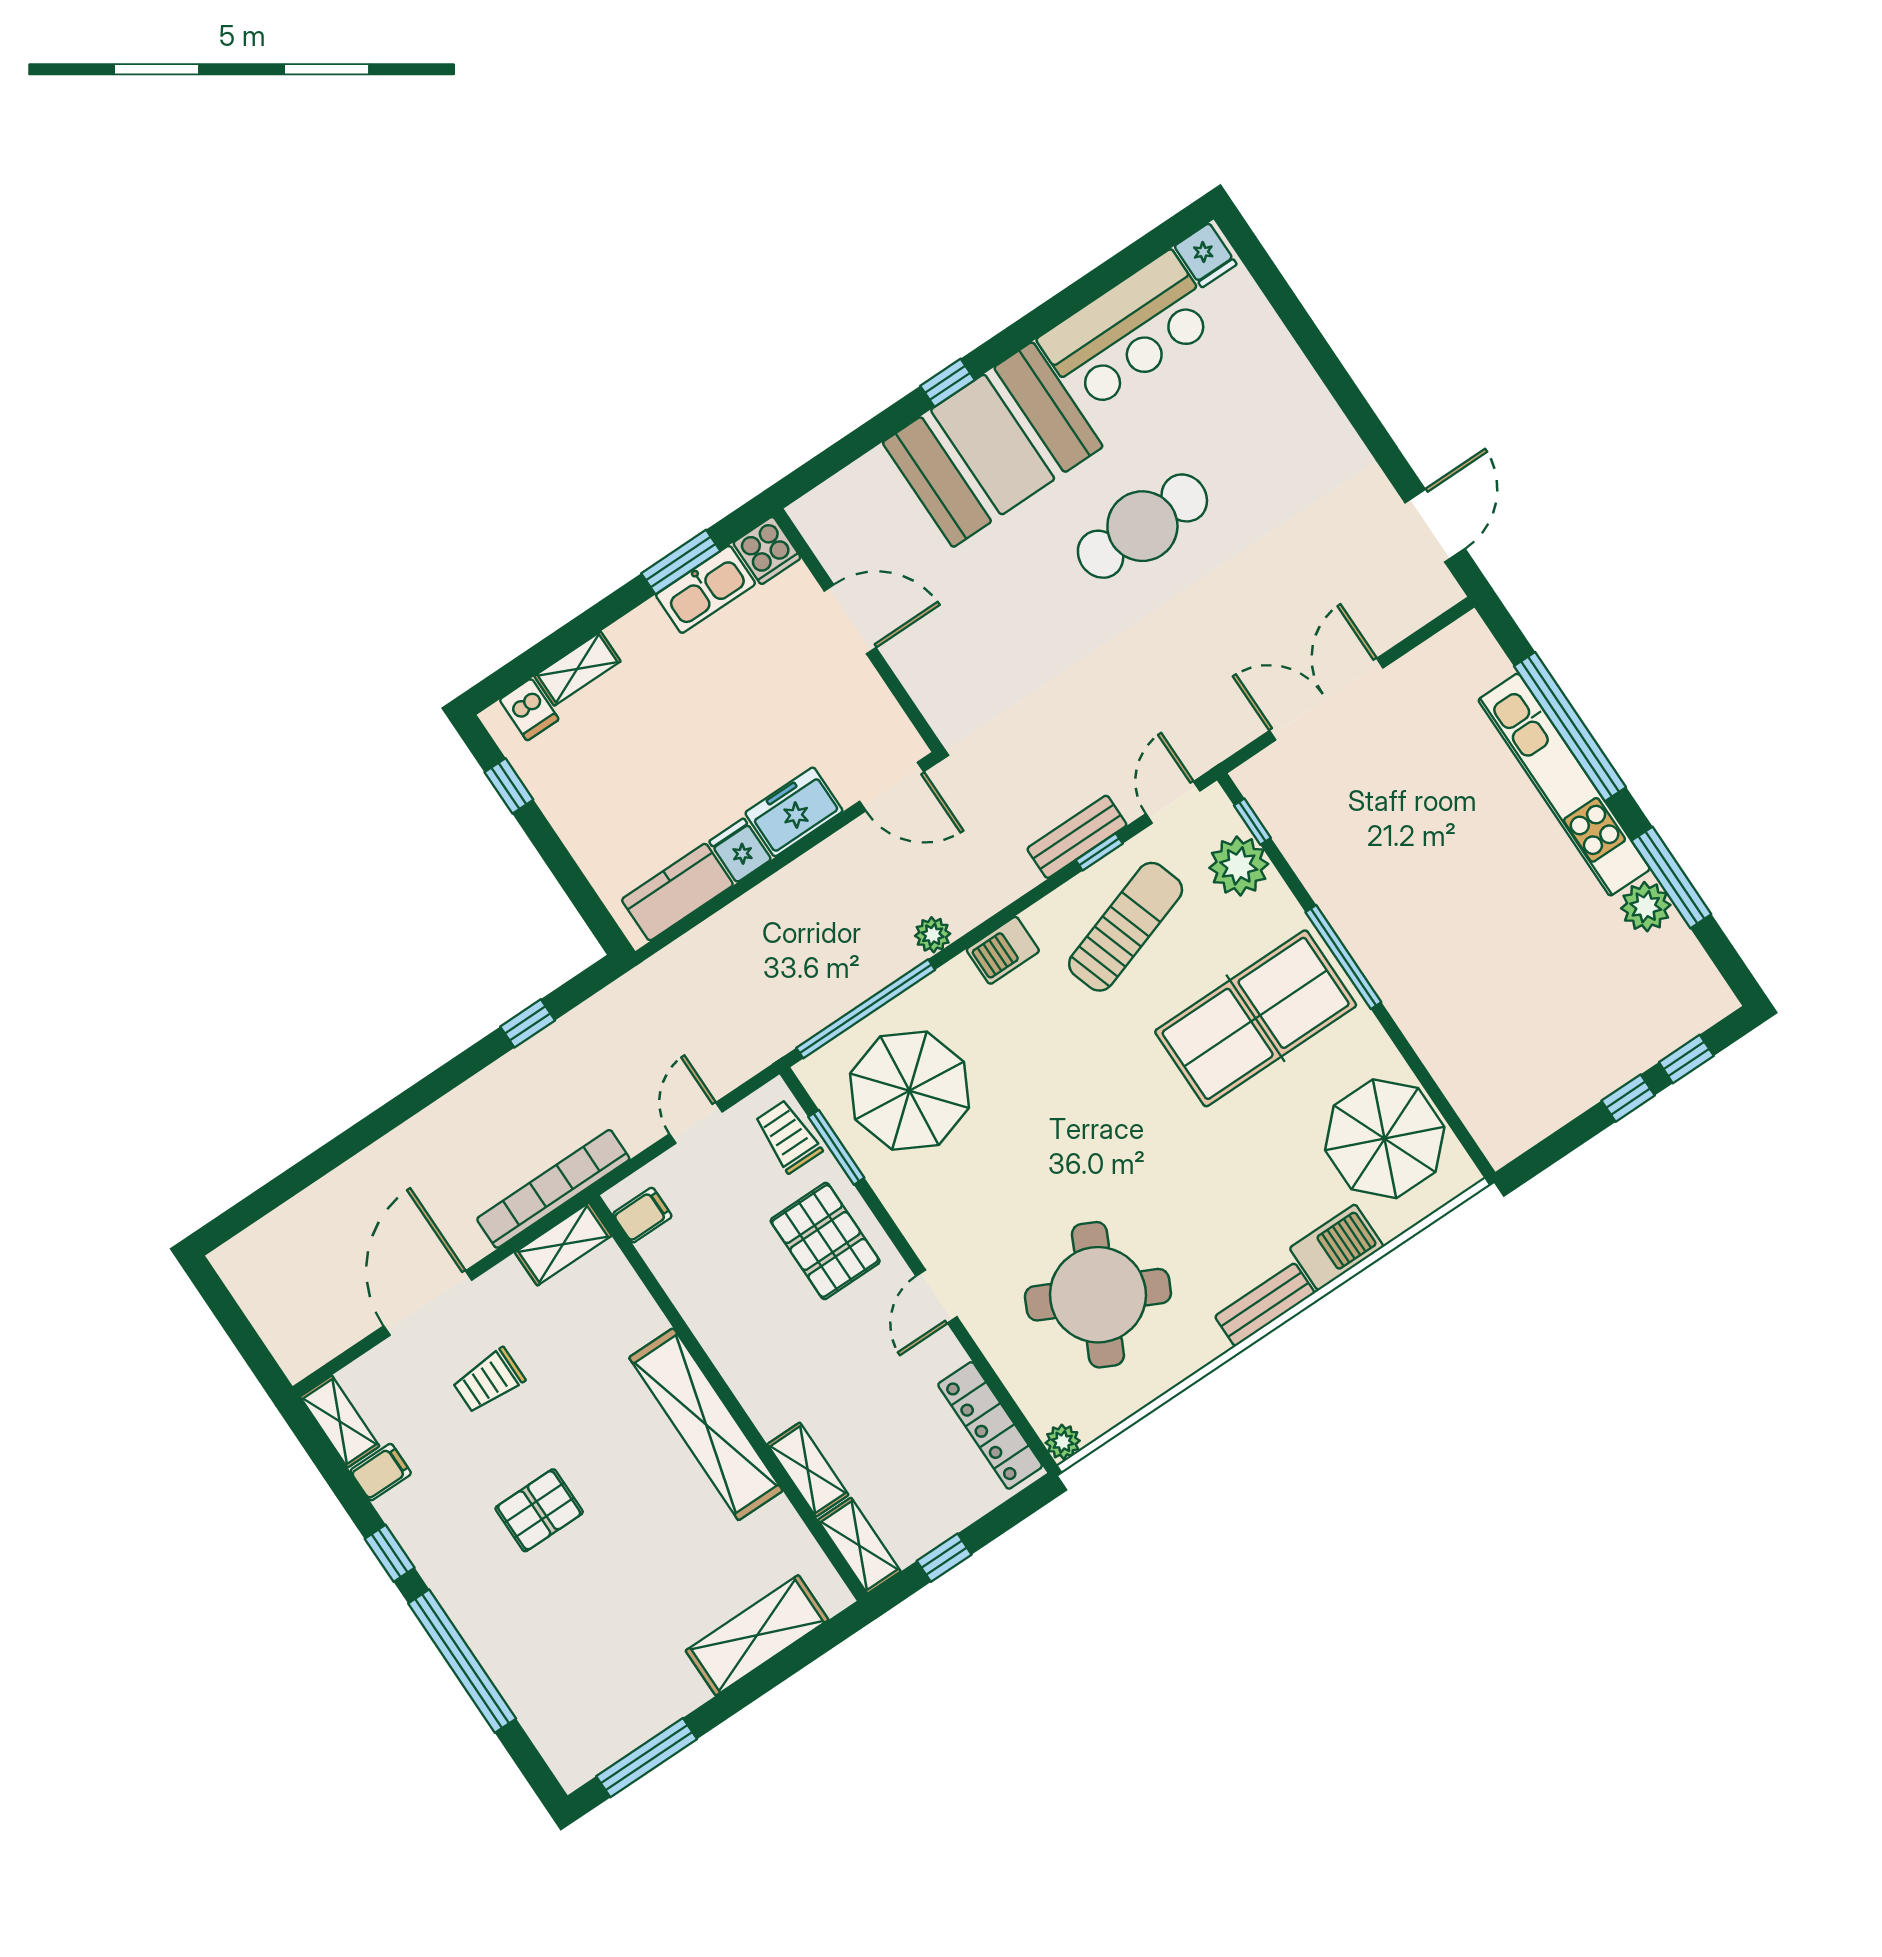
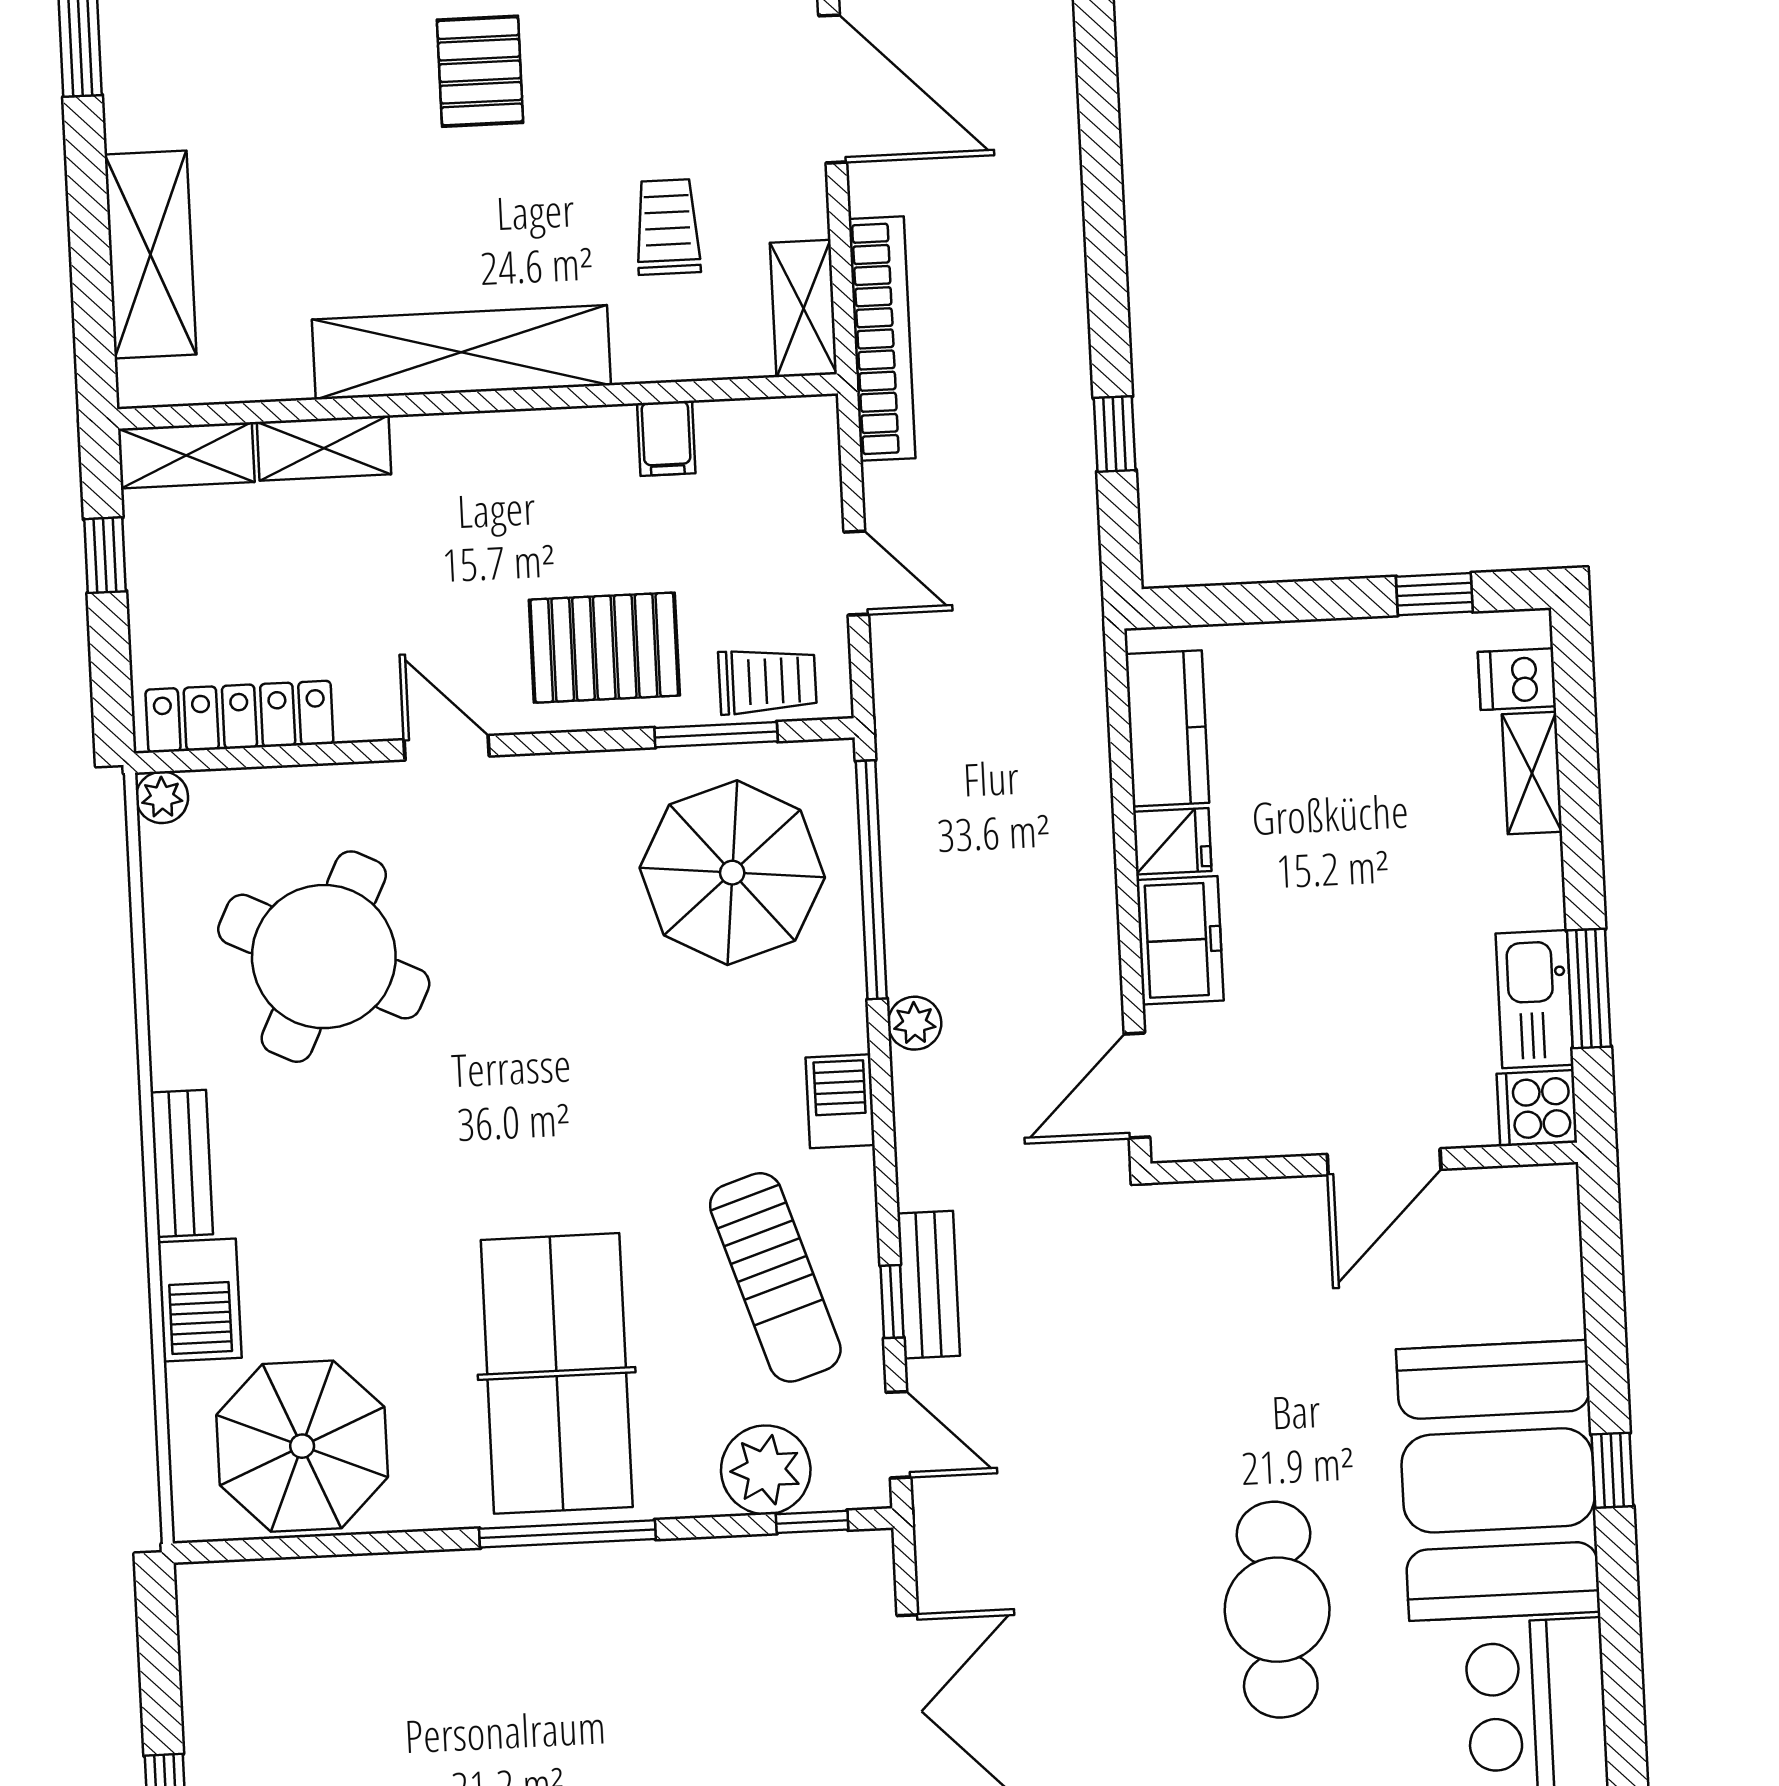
filing cabinet: (642, 1215) -> (666, 438), moved
trolley: (489, 1381) -> (668, 227), moved

